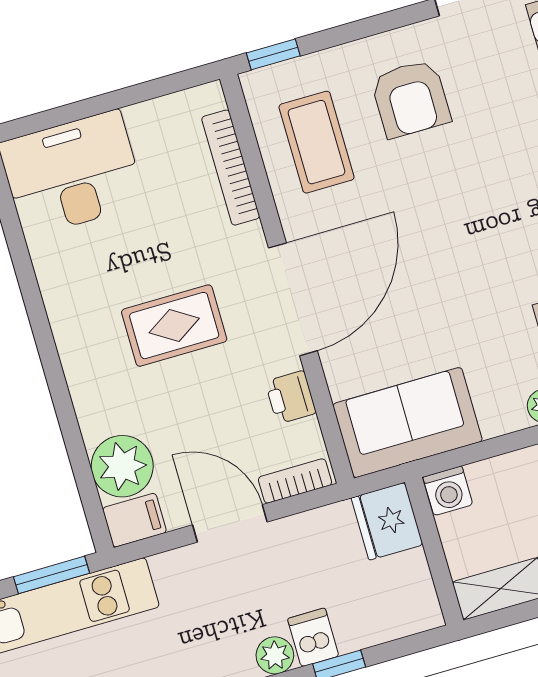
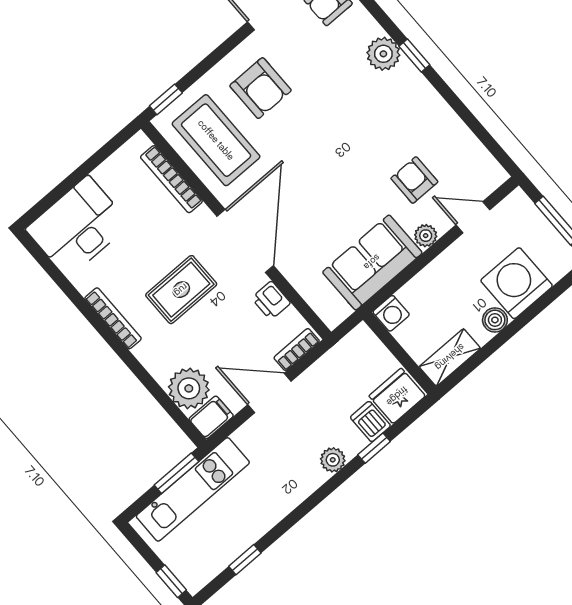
coffee table: (317, 142) -> (216, 140), width x1.36, depth x1.32
bookcase: (62, 322) -> (113, 318), added
sofa: (408, 423) -> (372, 262), moved
fridge: (387, 521) -> (397, 396), moved, turned 90
dishwasher: (313, 637) -> (370, 422), moved

